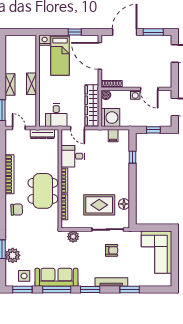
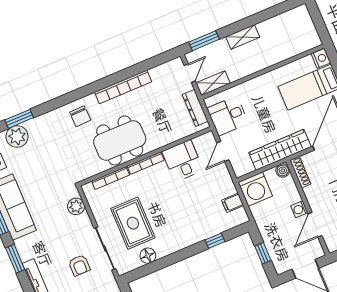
shelving: (31, 84) -> (213, 83), moved
wardrobe: (92, 105) -> (280, 150), moved

